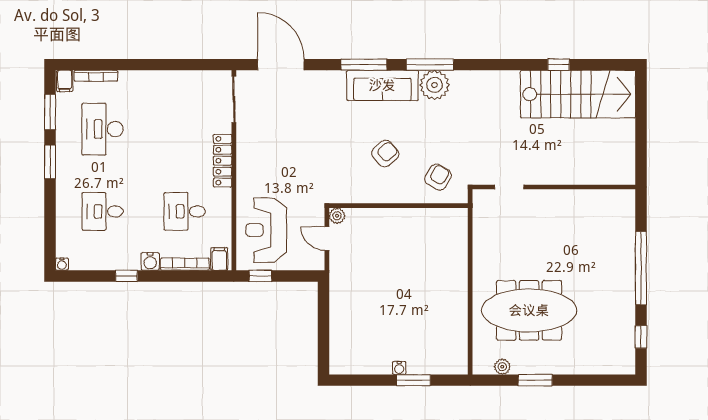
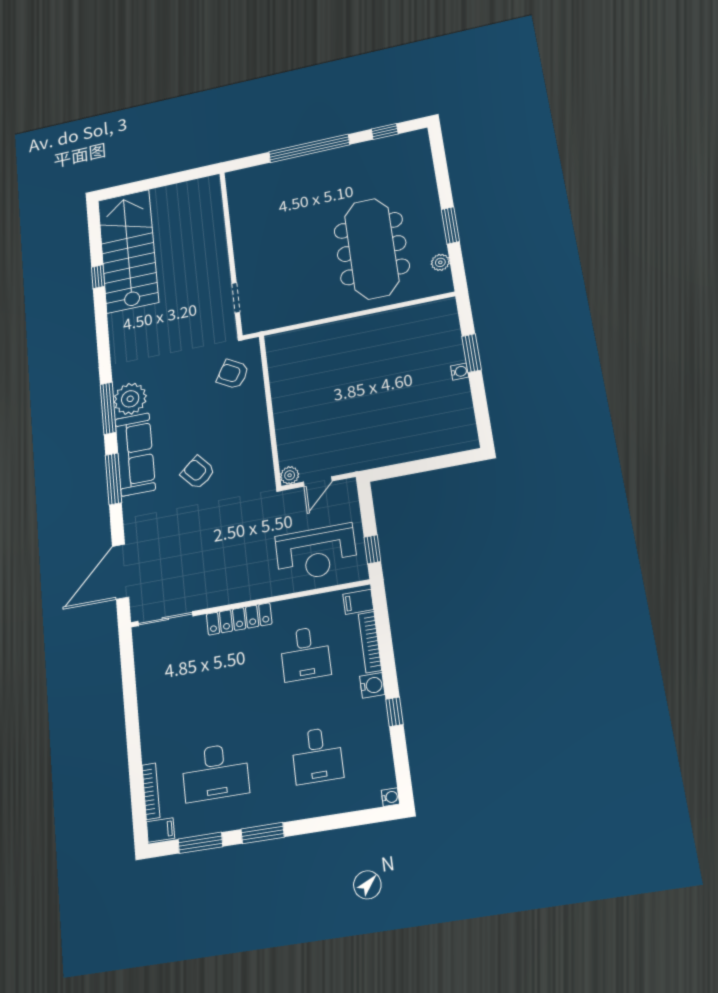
armchair: (385, 154) -> (198, 472), moved

